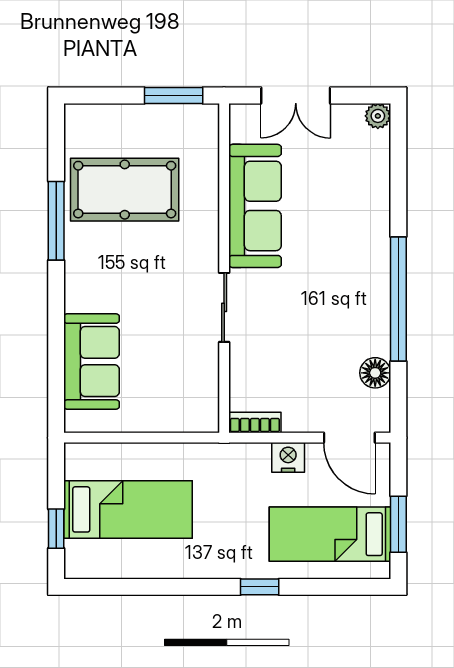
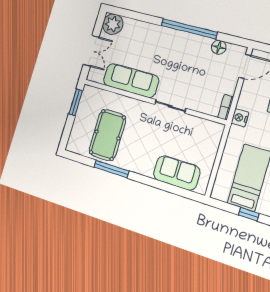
plant: (378, 116) -> (113, 24), width x1.87, depth x1.87
nightstand: (288, 457) -> (240, 118), moved

